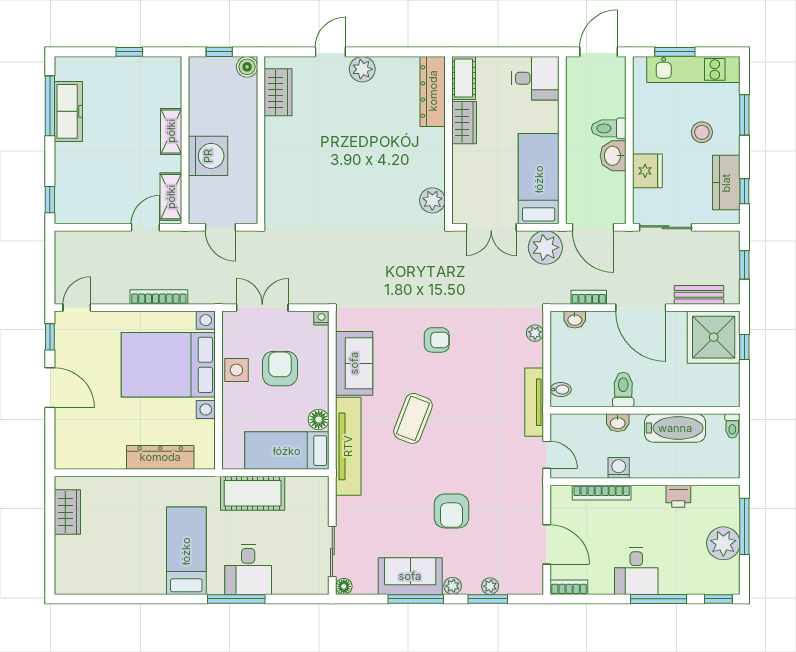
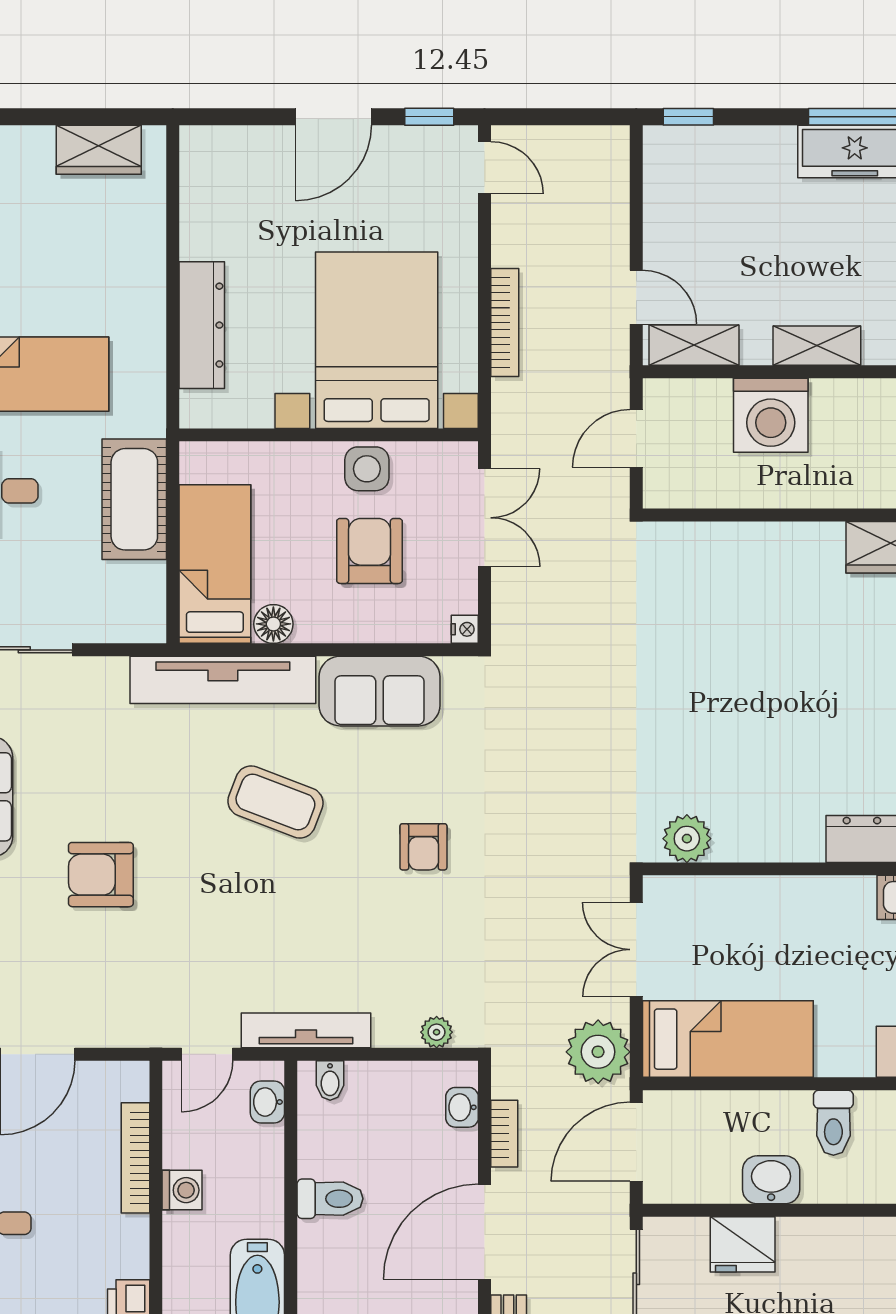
wardrobe: (464, 123) -> (834, 899), removed
toilet: (609, 128) -> (833, 1123), moved, turned 180
armchair: (280, 369) -> (369, 551), turned -90
washbasin: (618, 423) -> (267, 1102), moved

